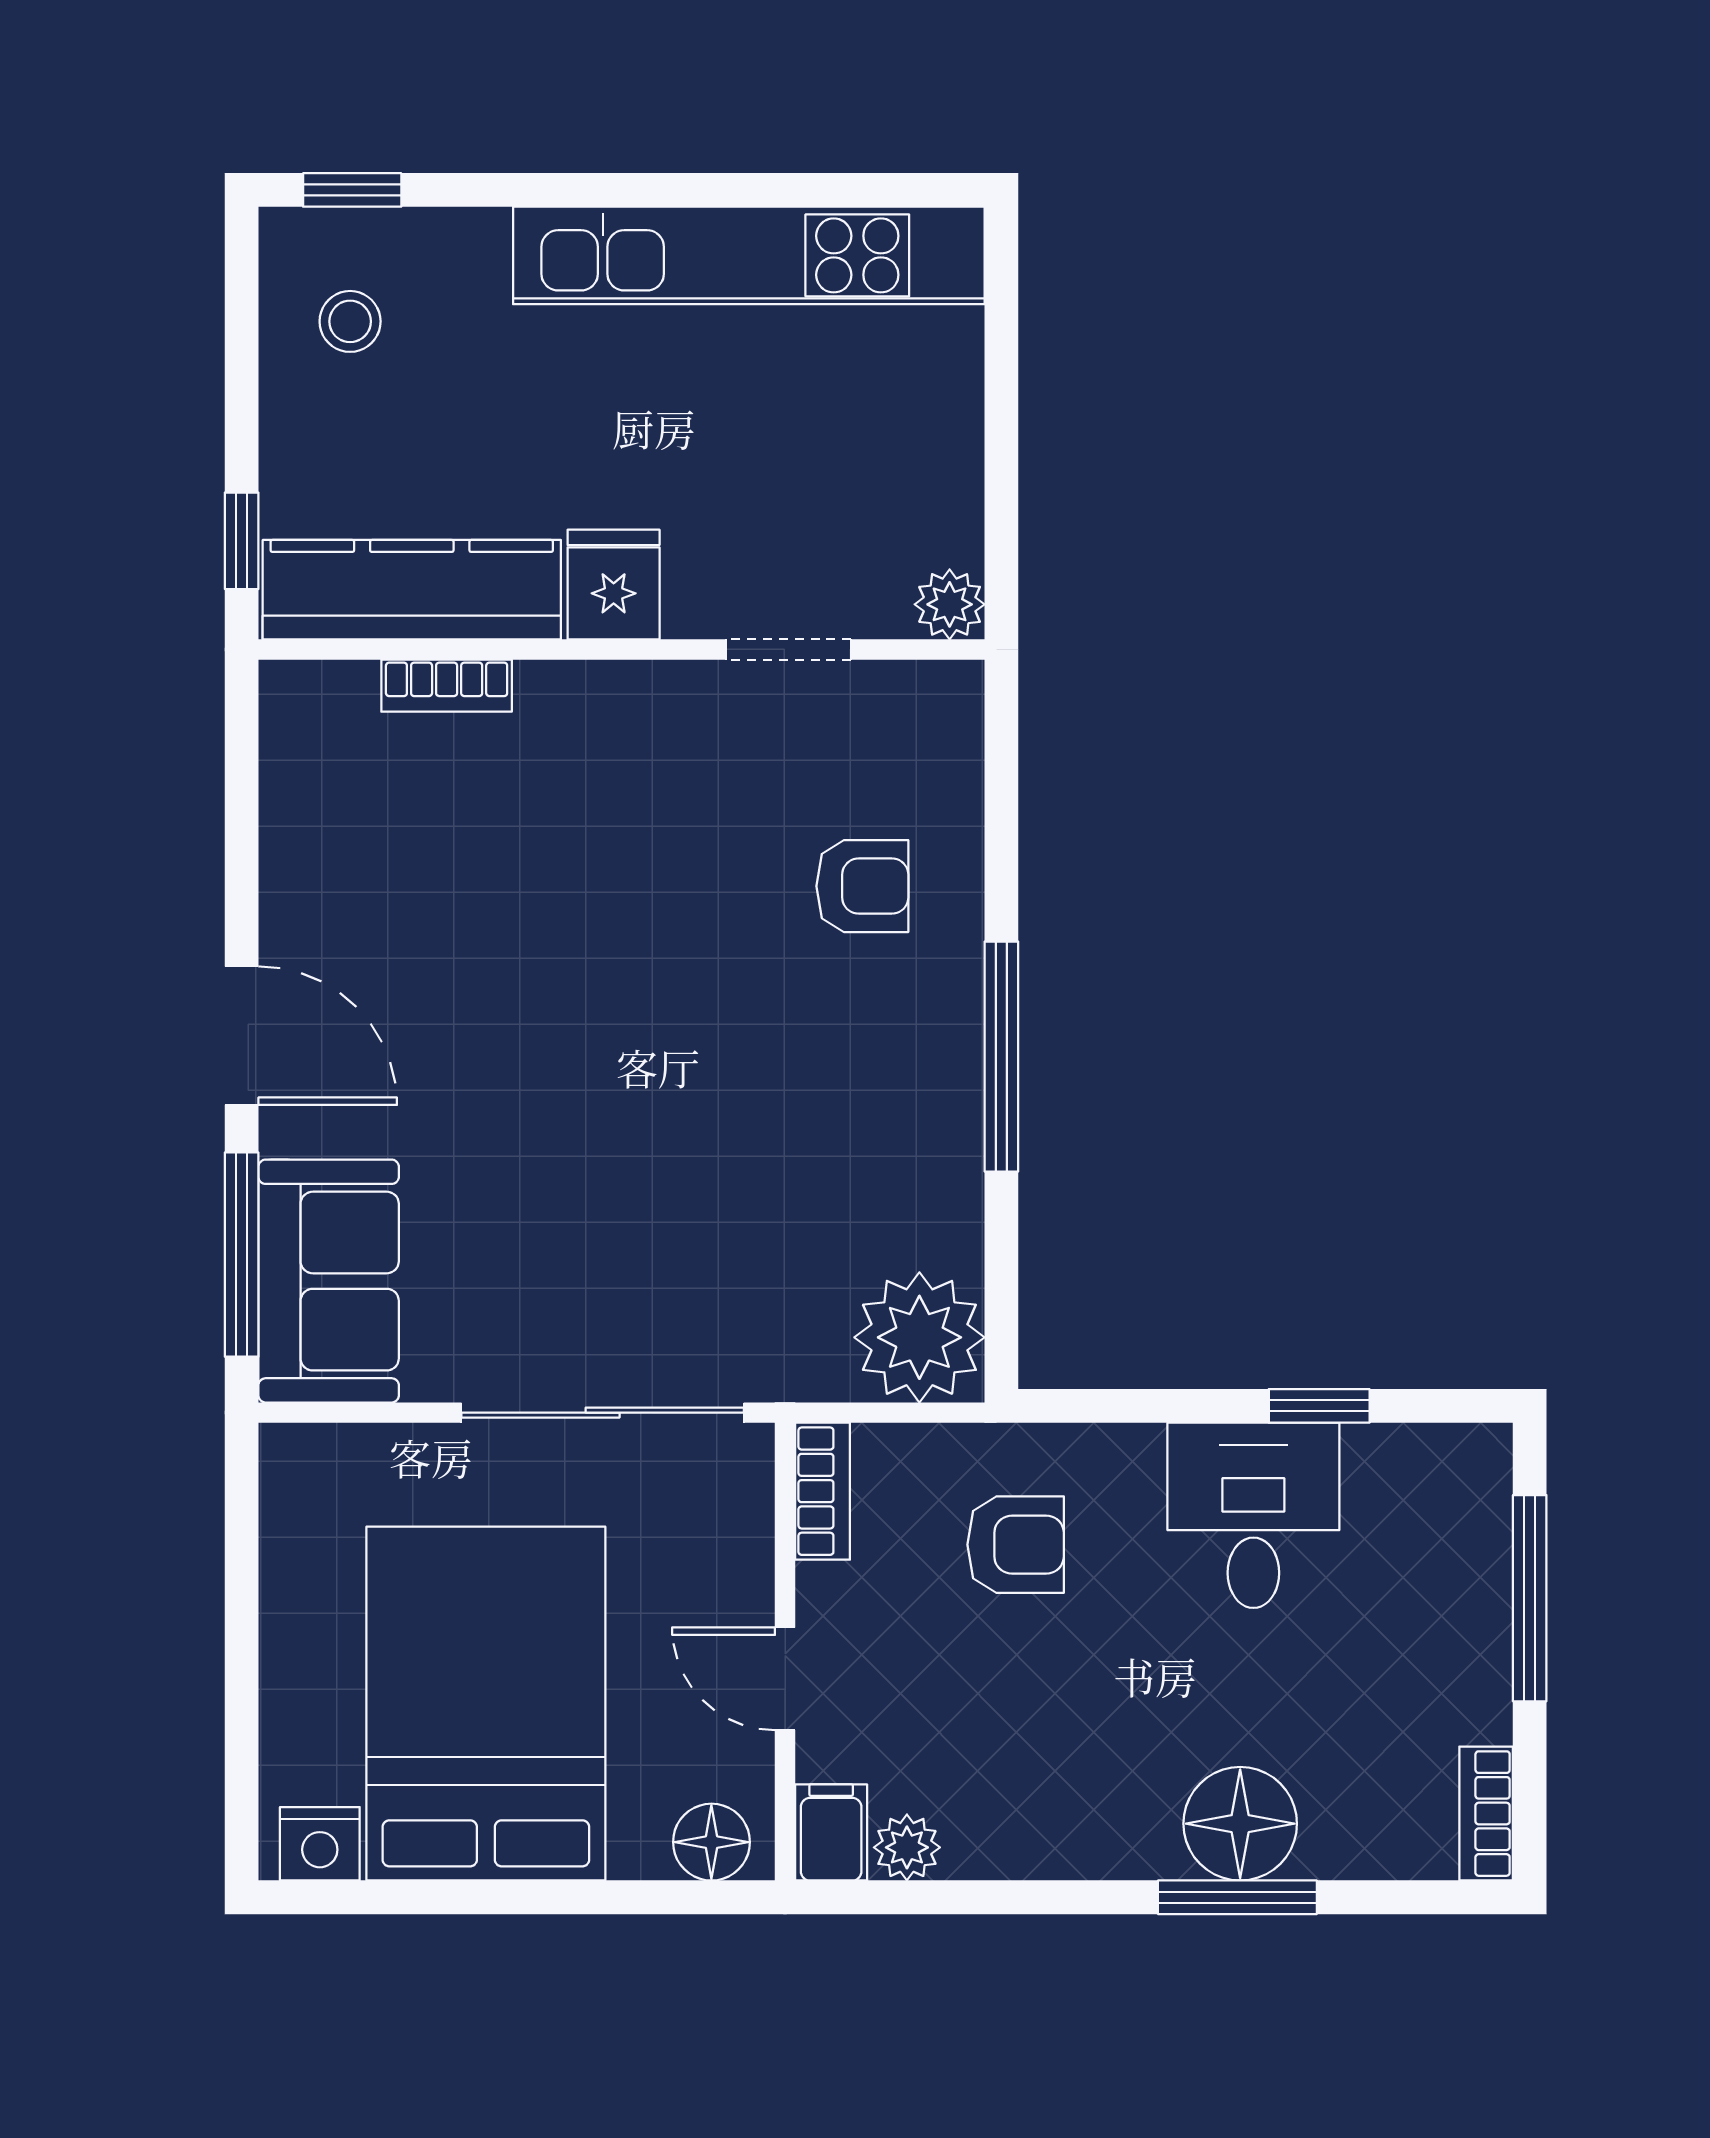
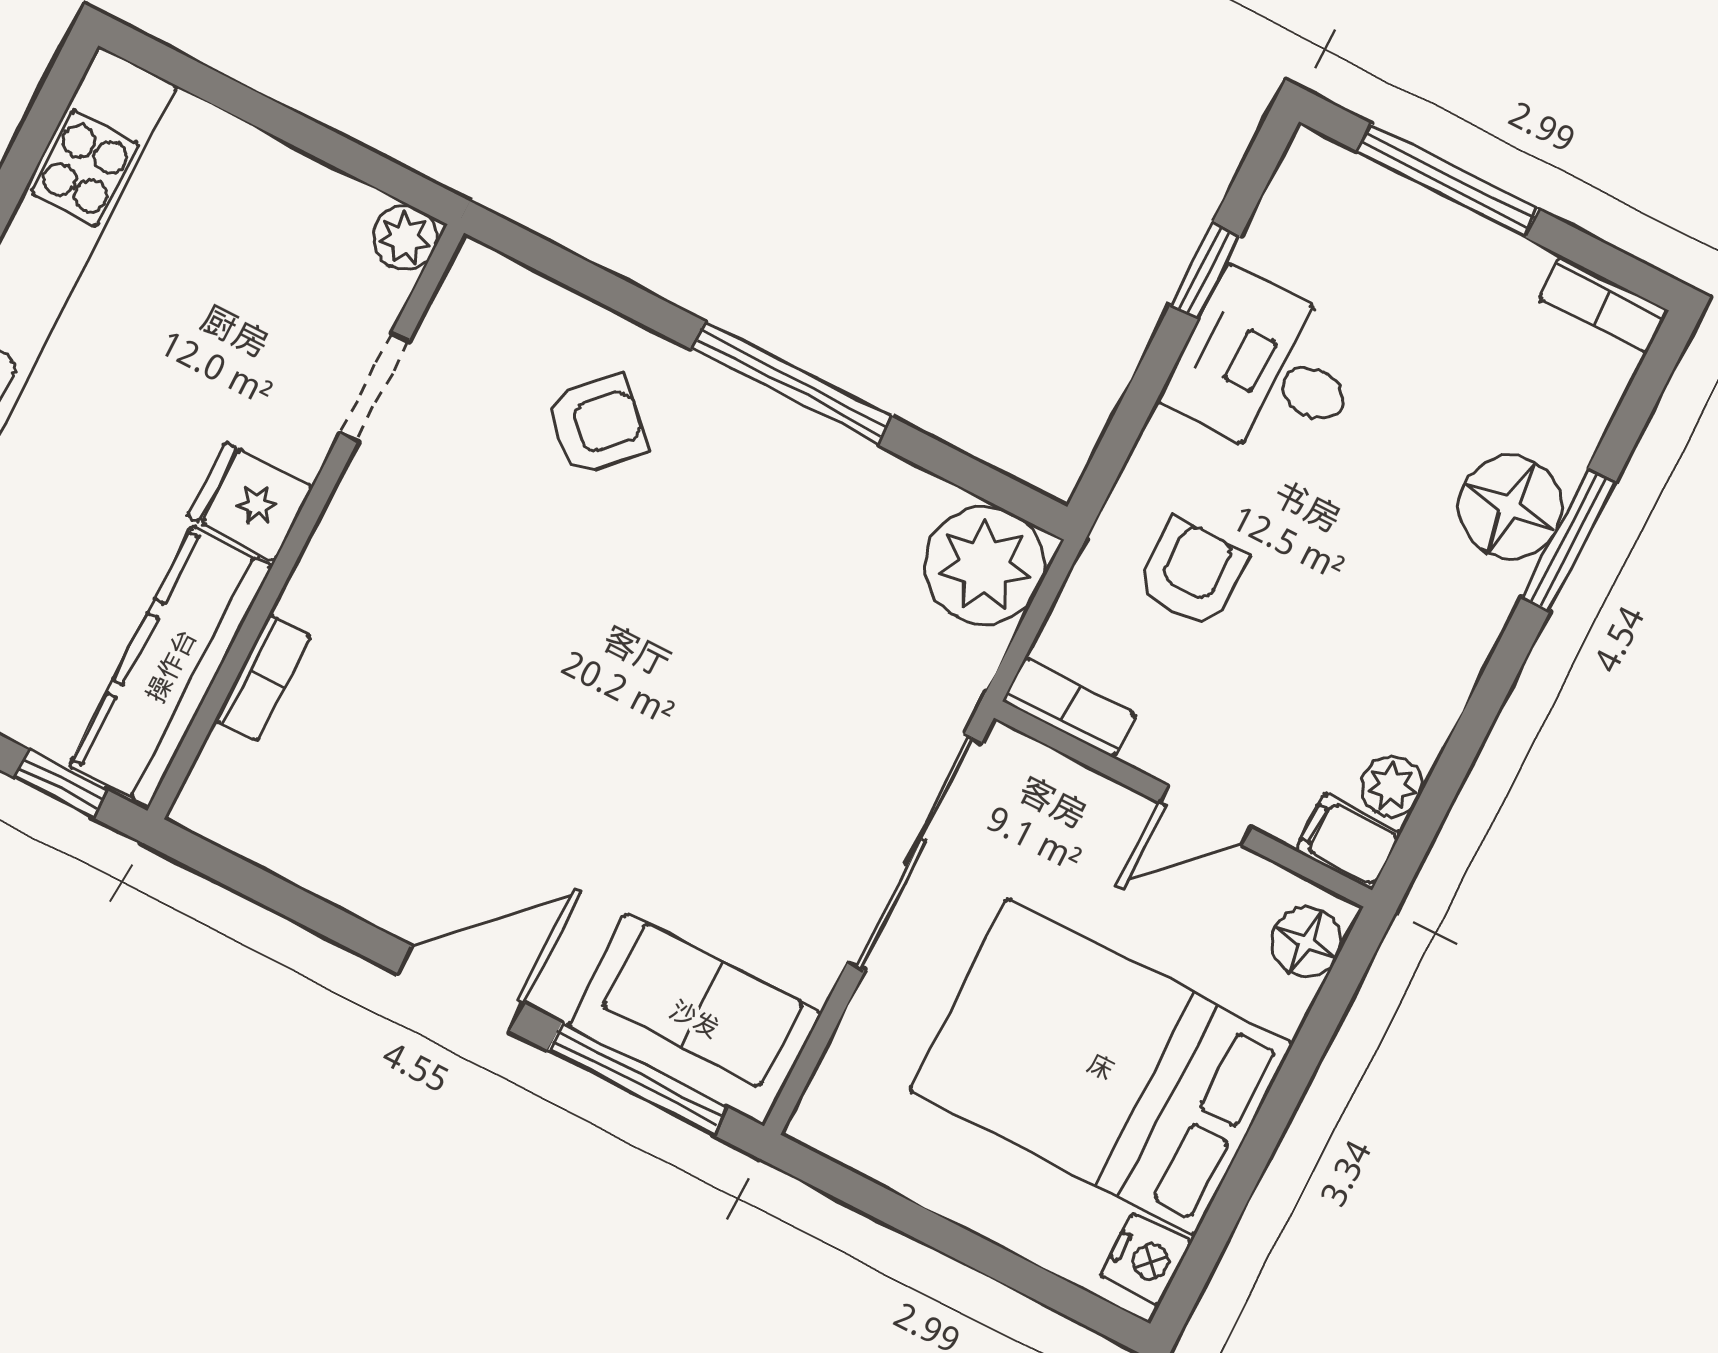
armchair: (862, 886) -> (596, 425), turned 45

